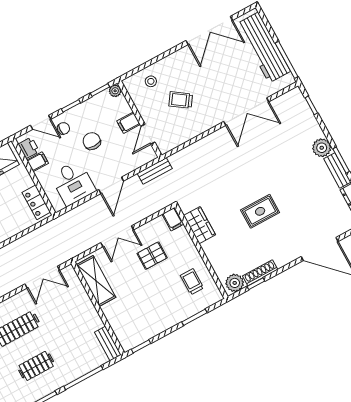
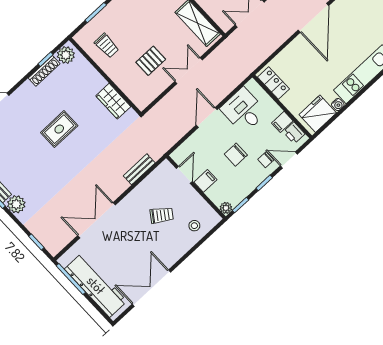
chair: (92, 141) -> (236, 155), turned 90
bench: (155, 171) -> (139, 169), moved
filing cabinet: (173, 219) -> (140, 100), removed

